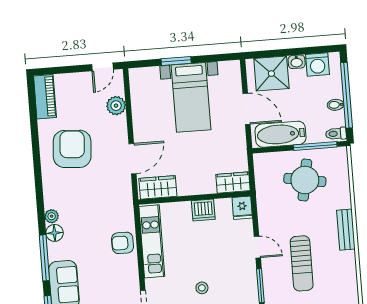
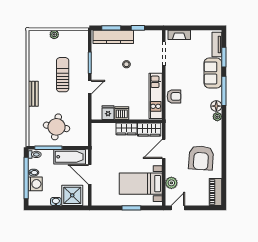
washing machine: (317, 64) -> (35, 184), moved, turned 90
bed with nightstands: (191, 97) -> (141, 184), moved, turned -90
wardrobe: (233, 182) -> (126, 129), moved
fridge: (242, 208) -> (108, 113), moved
door: (257, 247) -> (90, 87), swing flipped

